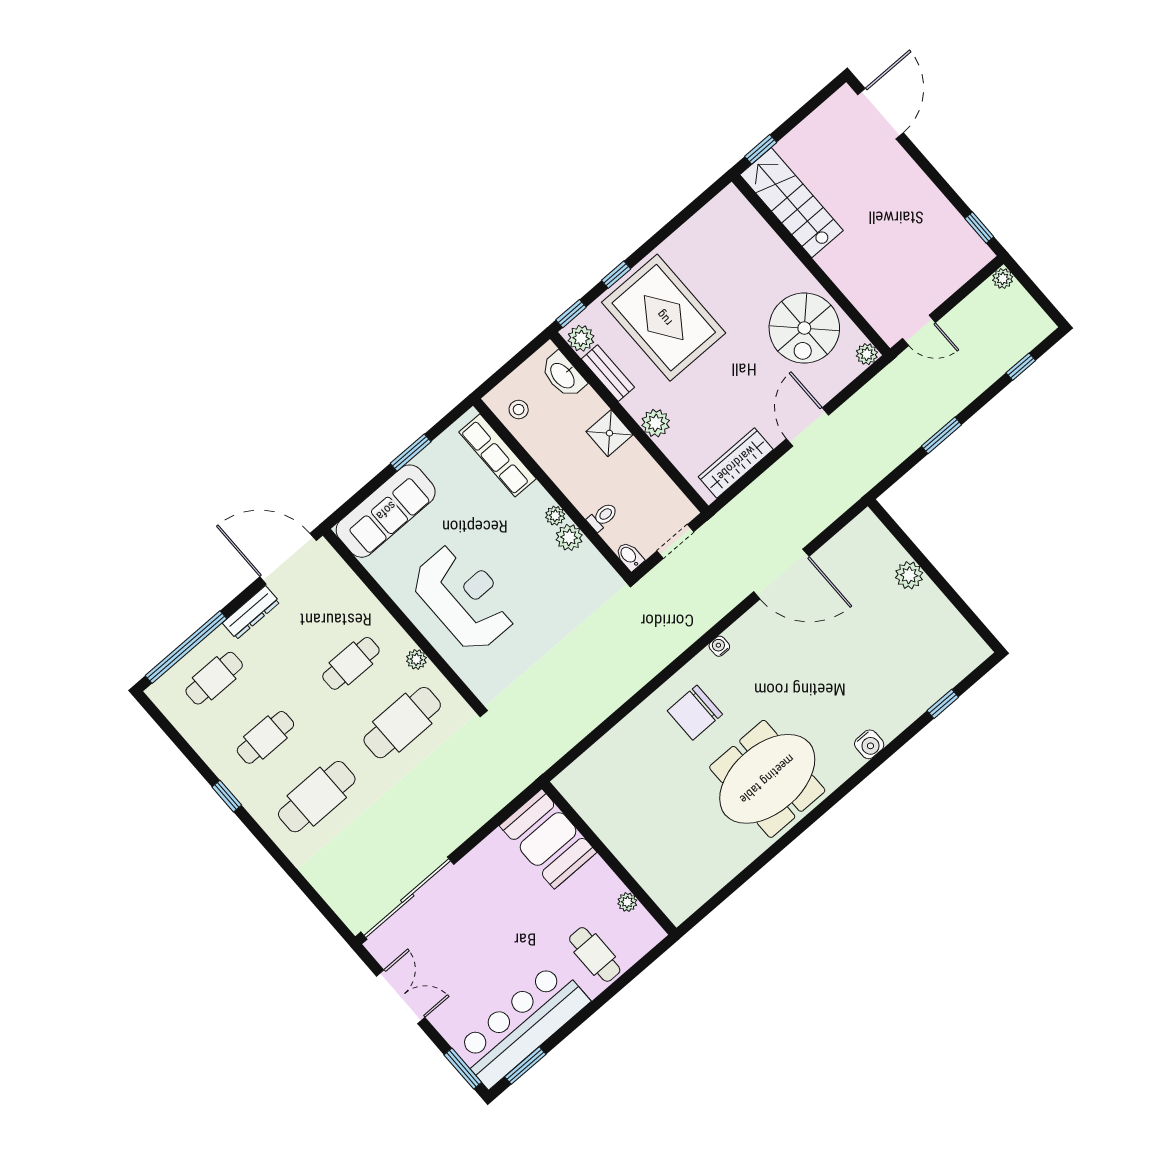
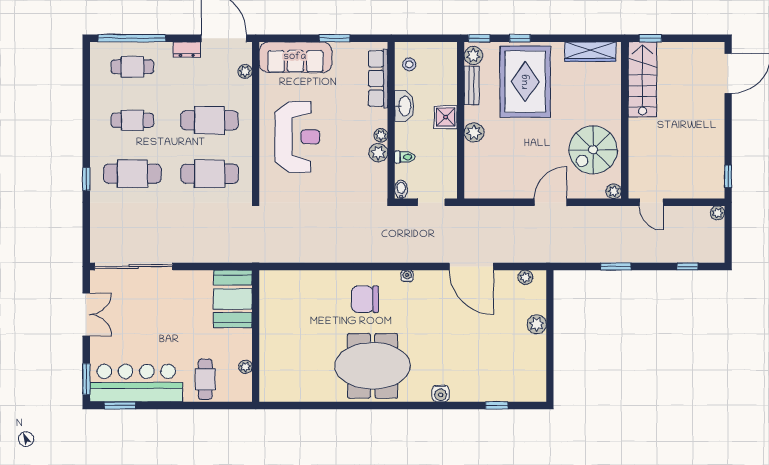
washbasin: (563, 375) -> (404, 106), moved, turned 180
wardrobe: (736, 463) -> (590, 52), moved, turned 180
plant: (852, 534) -> (525, 277), added
dresser: (251, 613) -> (187, 49), width x0.70
plant: (416, 659) -> (245, 71), moved
cafe table: (351, 663) -> (210, 120), width x1.37, depth x1.35
window: (227, 796) -> (86, 179), moved

